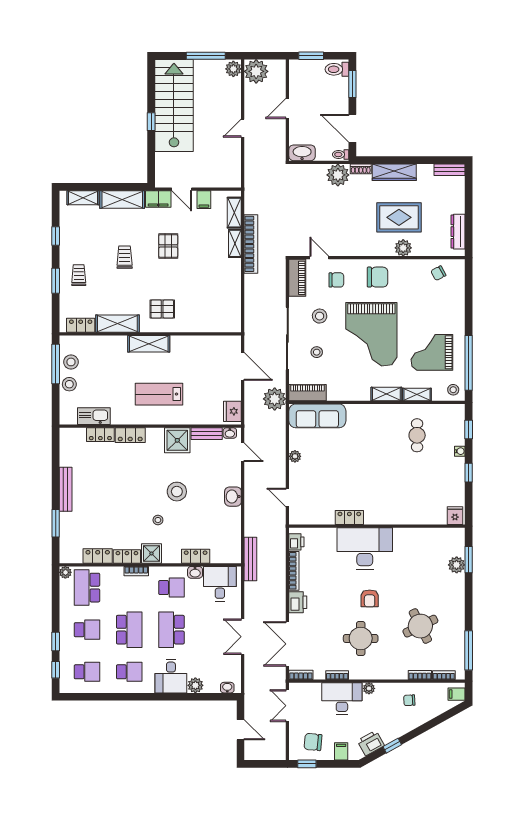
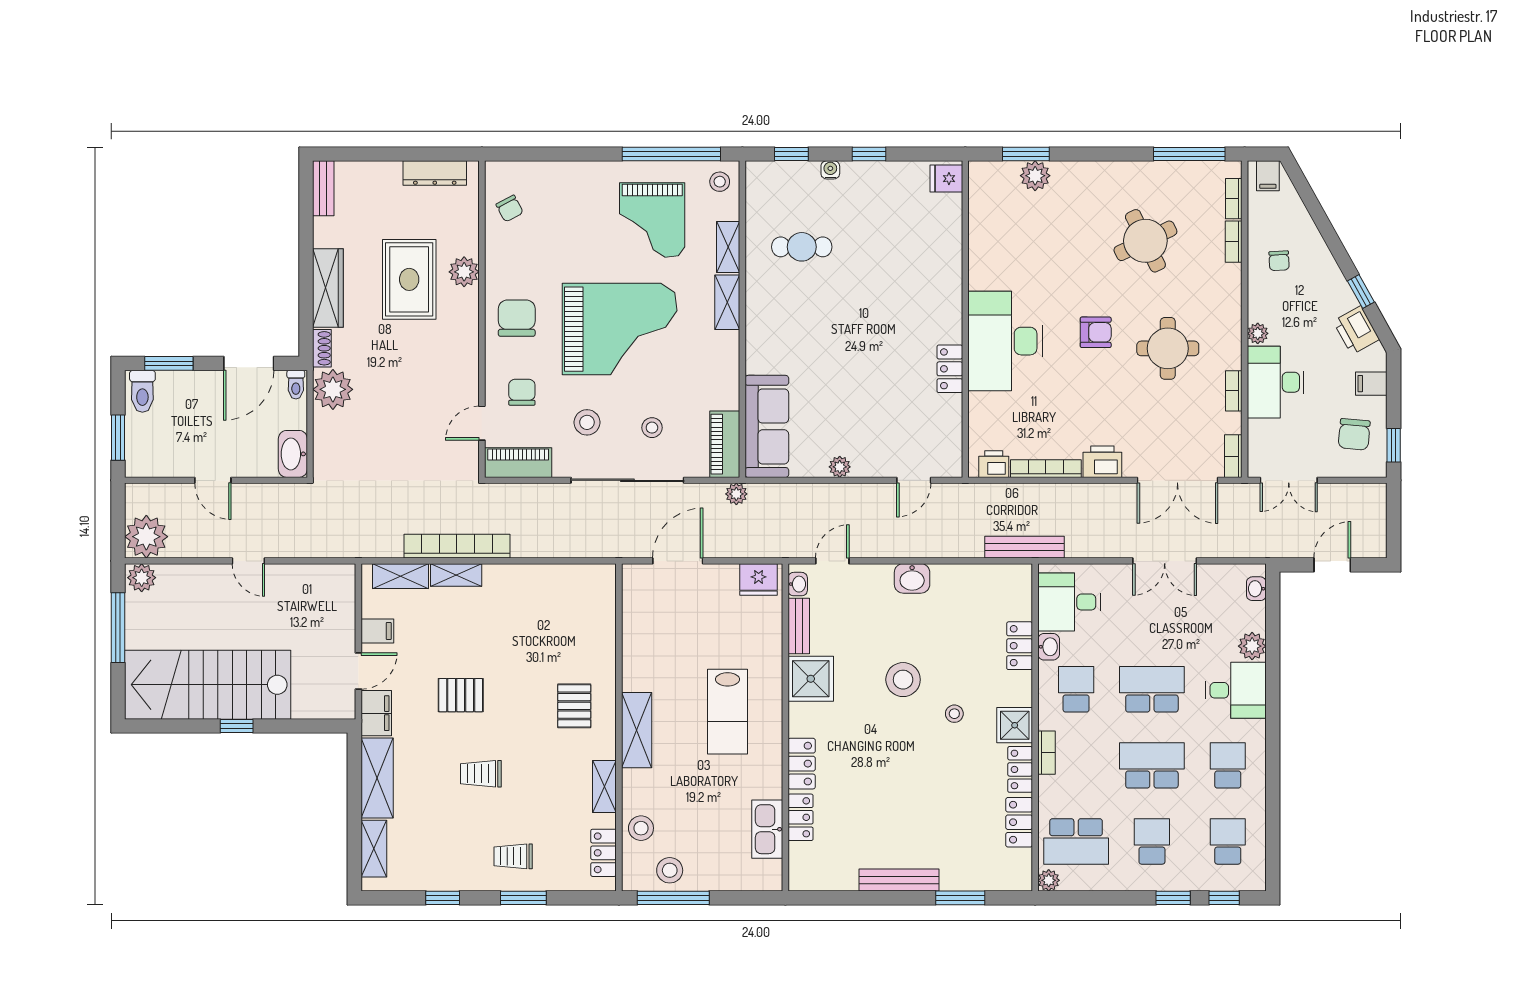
shelving: (117, 324) -> (604, 786), width x0.67, depth x0.75
stool: (69, 384) -> (641, 828), moved
plant: (275, 399) -> (736, 494), width x0.53, depth x0.53
school desk: (171, 630) -> (1152, 689), turned 180

